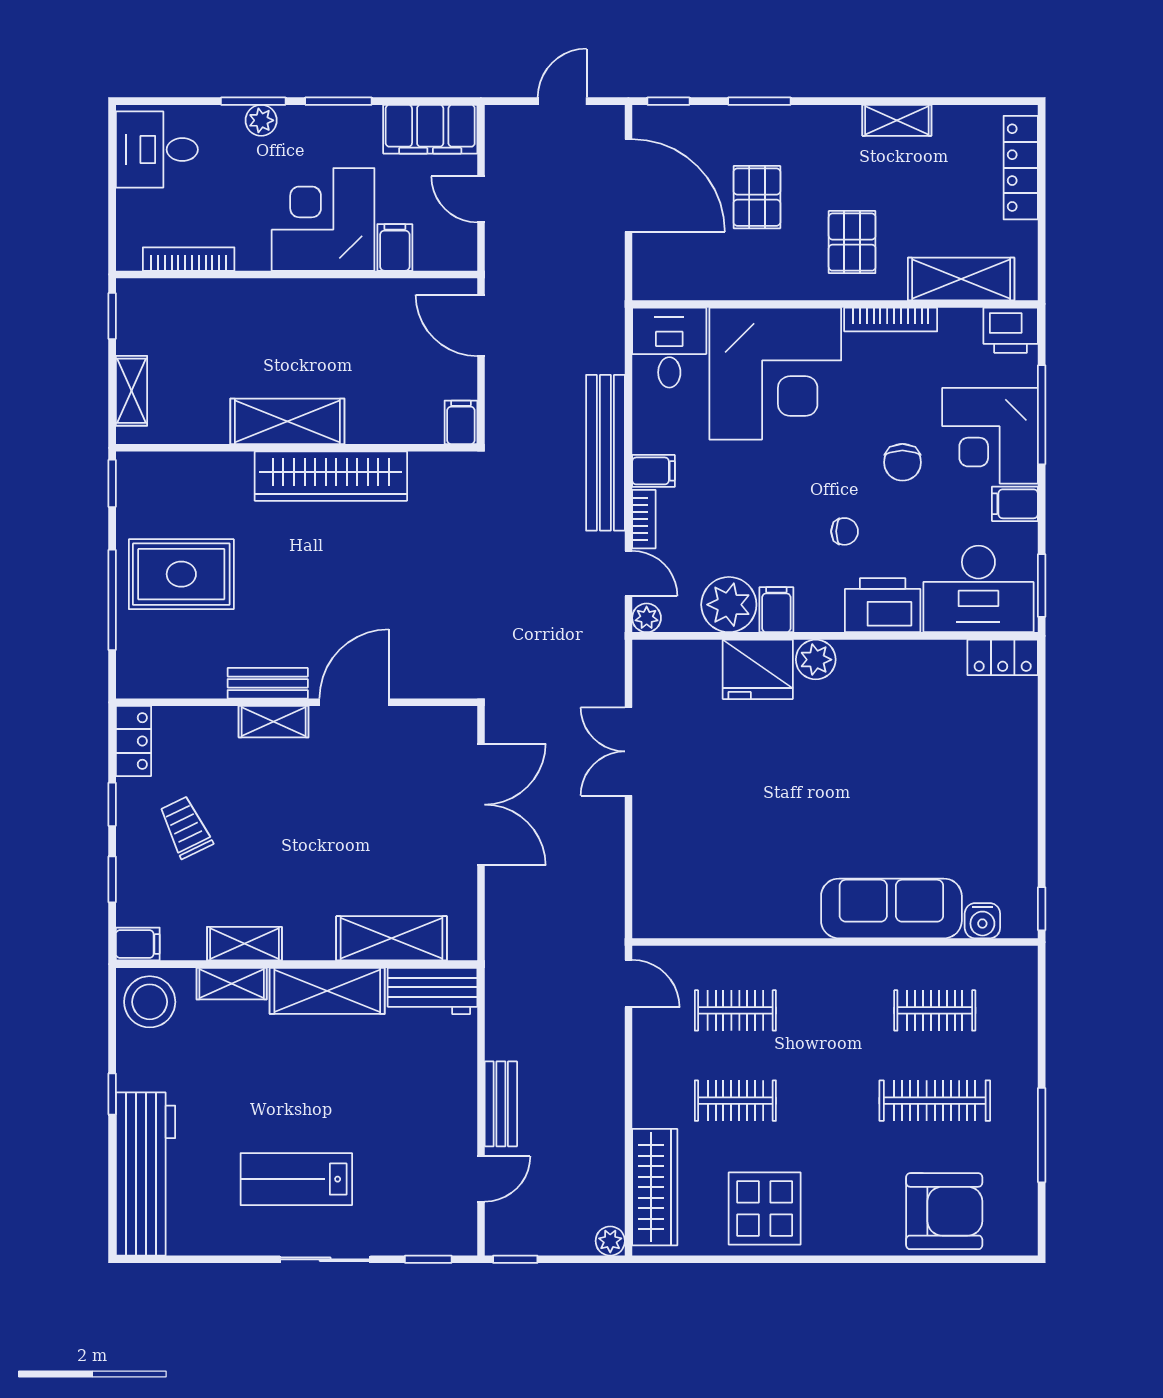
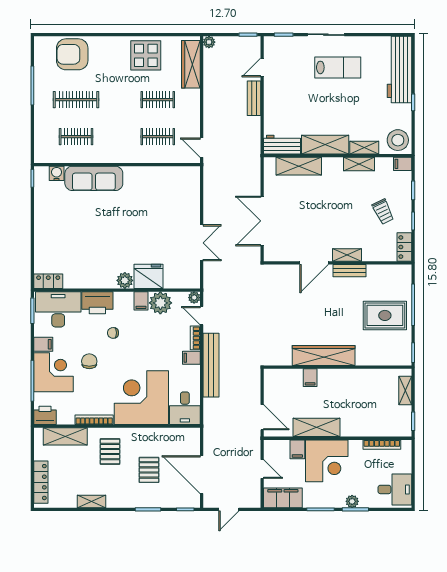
shelving: (287, 421) -> (317, 427), moved
filing cabinet: (461, 422) -> (310, 378), moved

